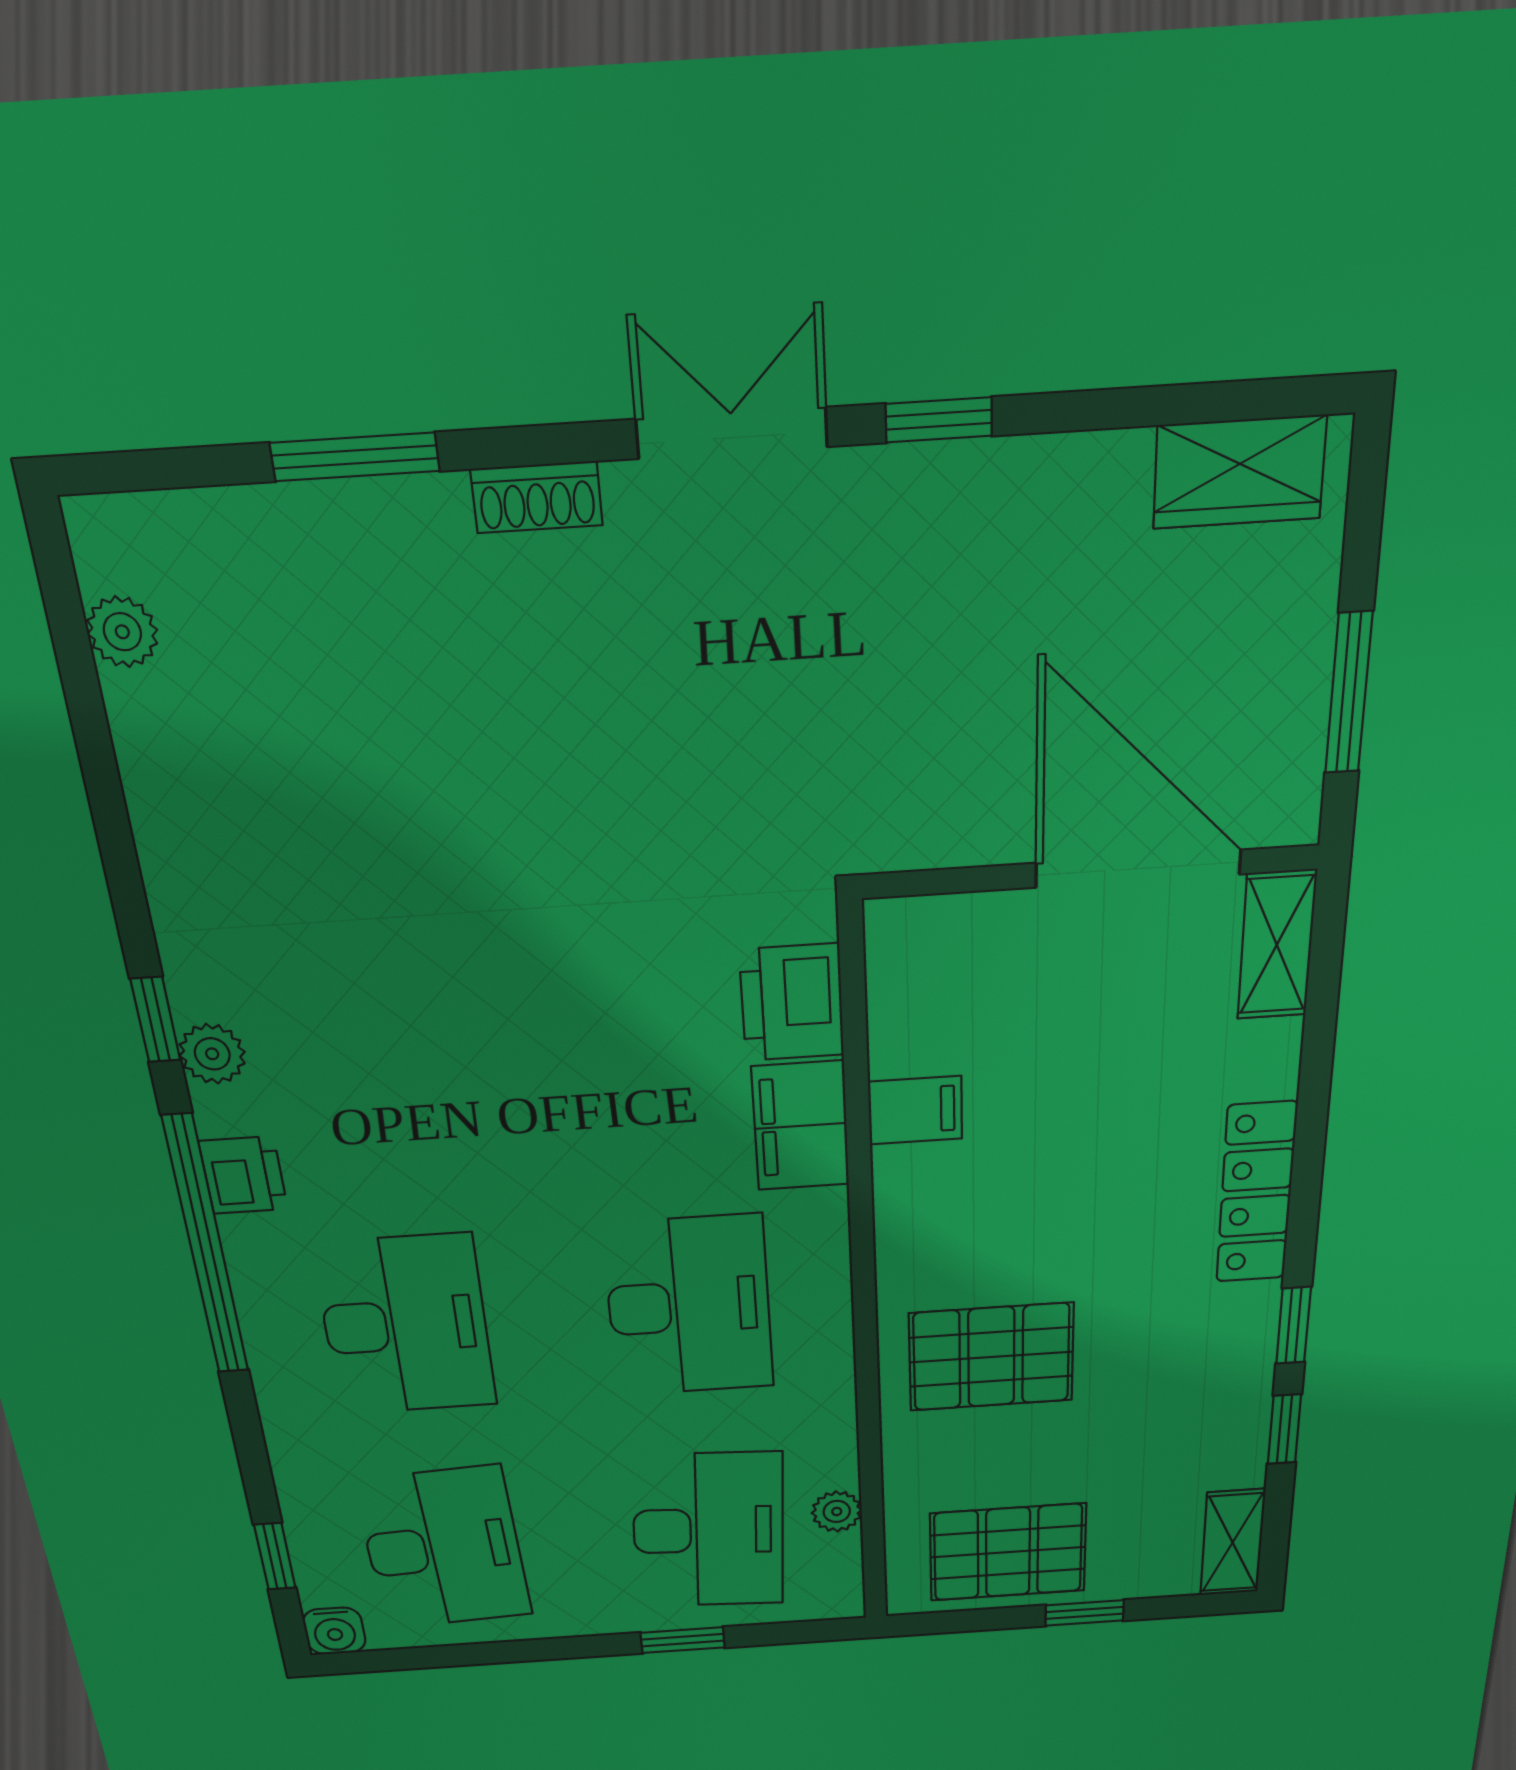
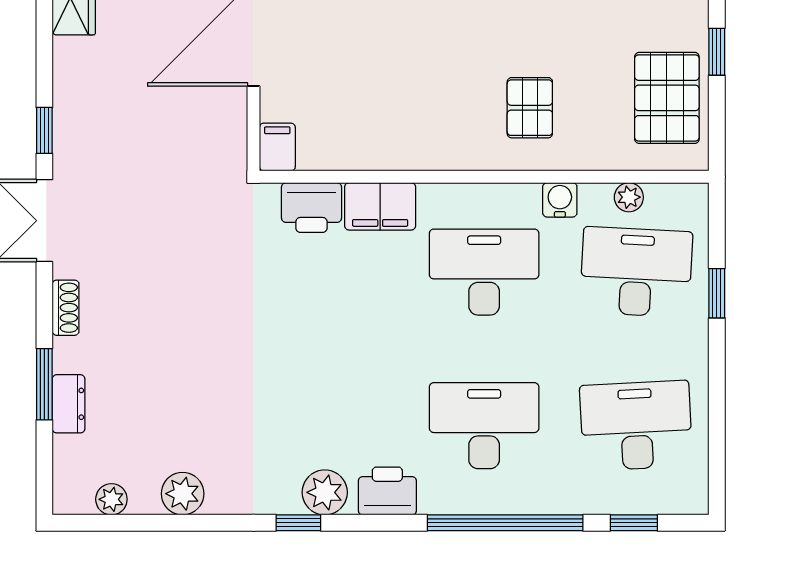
dresser: (319, 518) -> (69, 404), added
plant: (167, 786) -> (183, 494), added
plant: (212, 1054) -> (325, 492), width x1.38, depth x1.38
filing cabinet: (915, 1110) -> (277, 147), moved
printer: (243, 1175) -> (387, 491), width x1.36, depth x1.24
window: (206, 1247) -> (505, 523), moved
pallet: (991, 1357) -> (530, 108), width x0.67, depth x0.71
water cooler: (334, 1631) -> (560, 200), moved, turned -90

